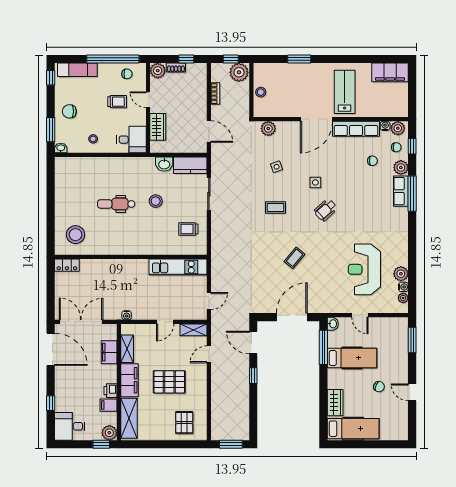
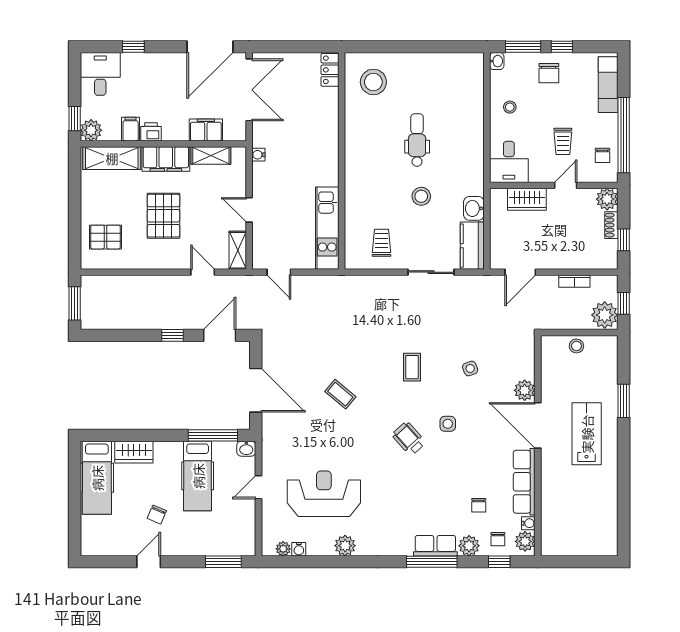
filing cabinet: (390, 72) -> (605, 530), removed
window: (51, 78) -> (562, 47), moved
lab bench: (345, 92) -> (587, 434), moved, turned -90
chair: (69, 111) -> (549, 73), turned 180
plant: (268, 129) -> (525, 390), moved
plant: (401, 274) -> (345, 546), moved

